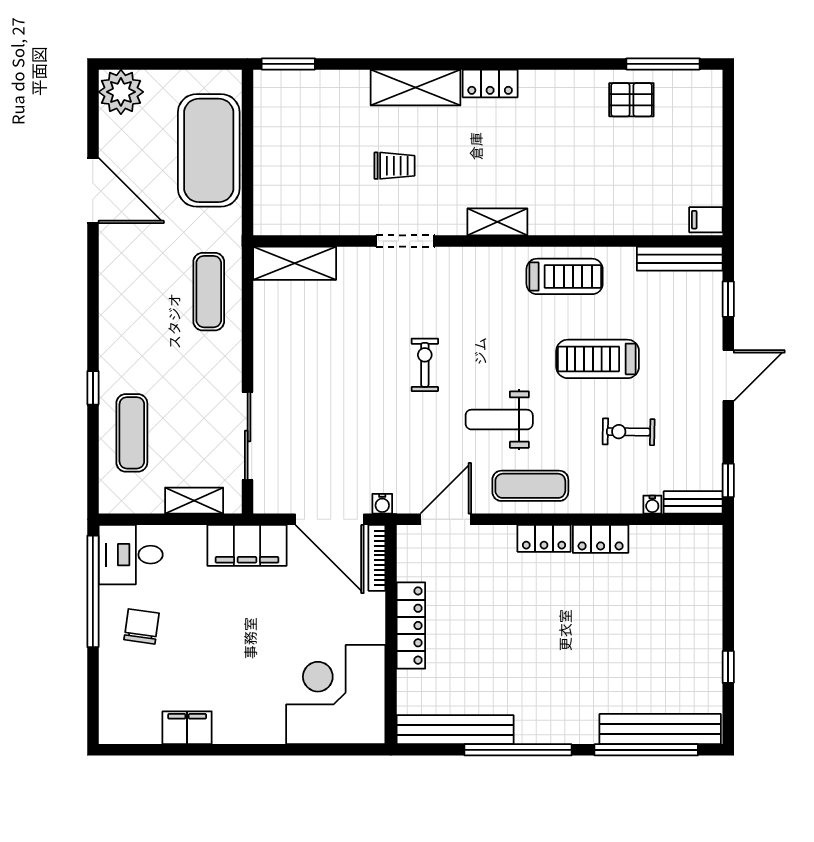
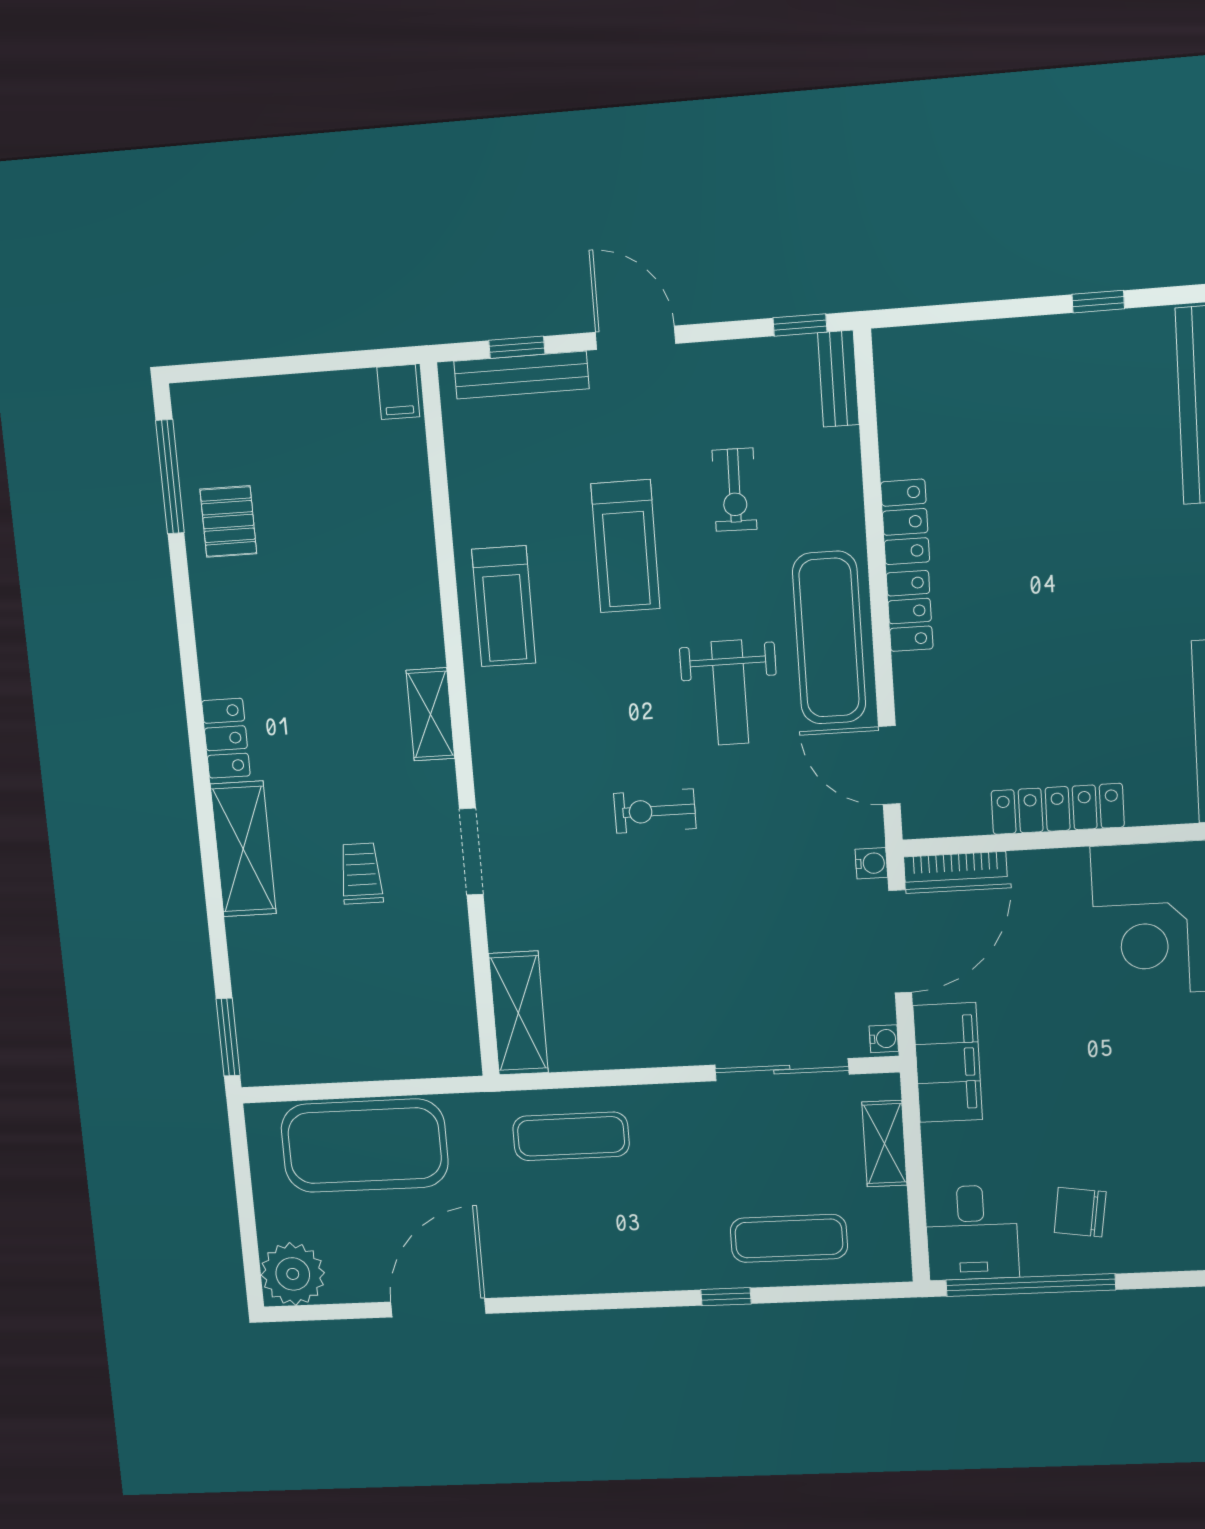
bench: (680, 259) -> (521, 375), moved, turned 90
treadmill: (565, 276) -> (504, 606), turned 180
exercise mat: (530, 486) -> (829, 638), width x1.36, depth x1.45
water cooler: (652, 505) -> (884, 1039), moved

